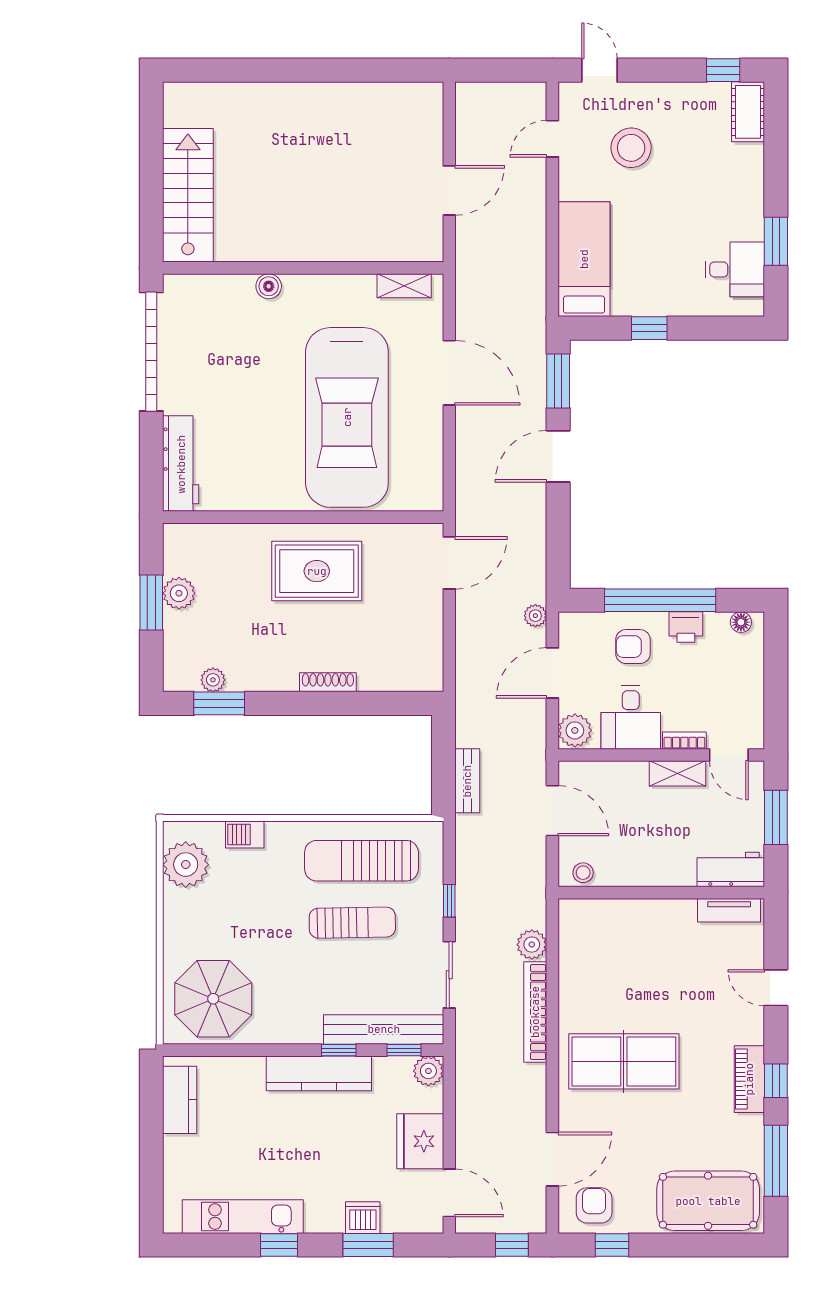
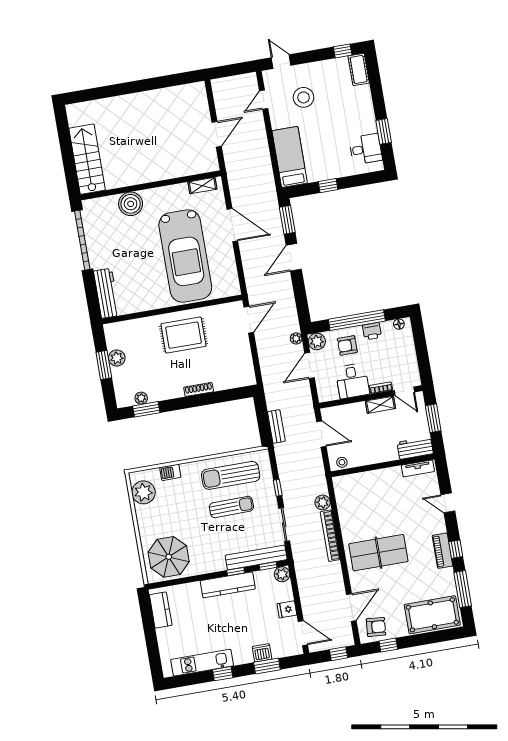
boiler: (269, 286) -> (131, 204), width x1.86, depth x1.86
plant: (575, 730) -> (317, 341), moved
fridge: (420, 1141) -> (287, 609), width x0.53, depth x0.75
armchair: (594, 1205) -> (376, 627), turned 95

